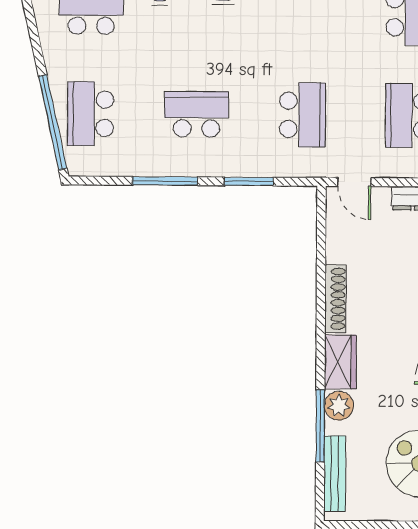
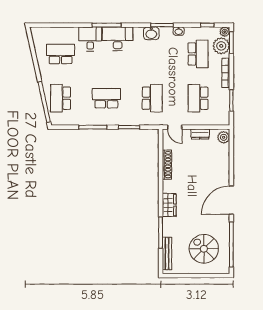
shoe rack: (335, 299) -> (167, 165), moved
plant: (339, 406) -> (169, 224), removed

